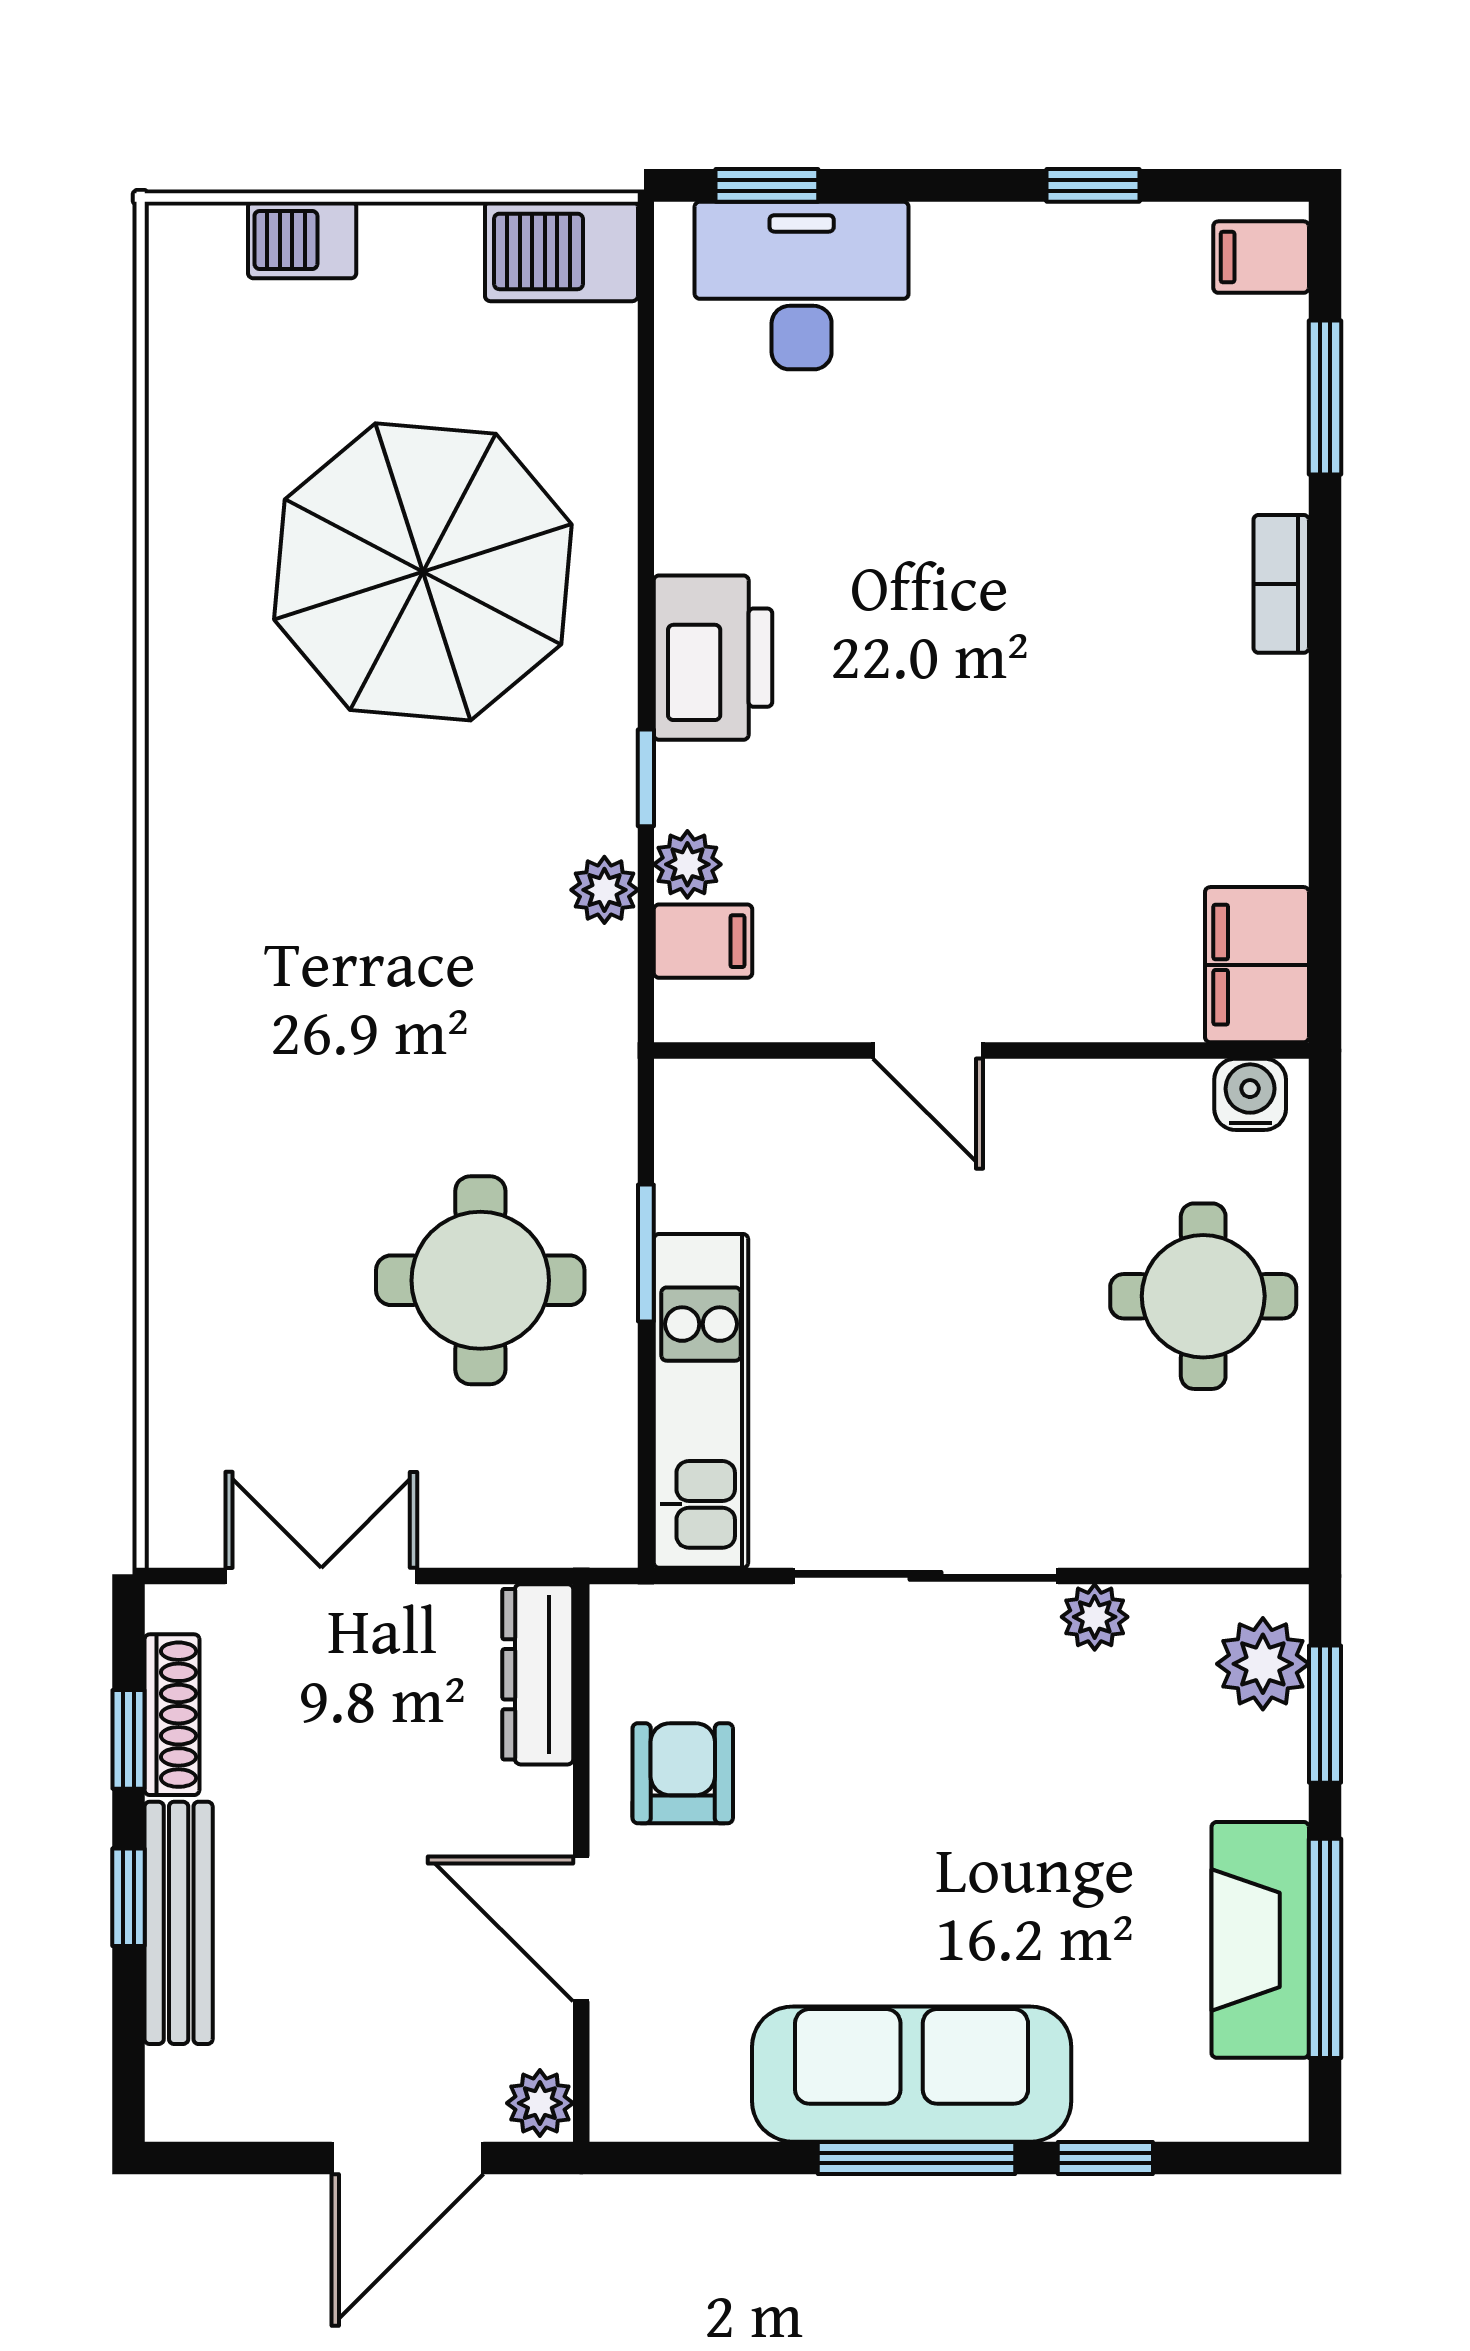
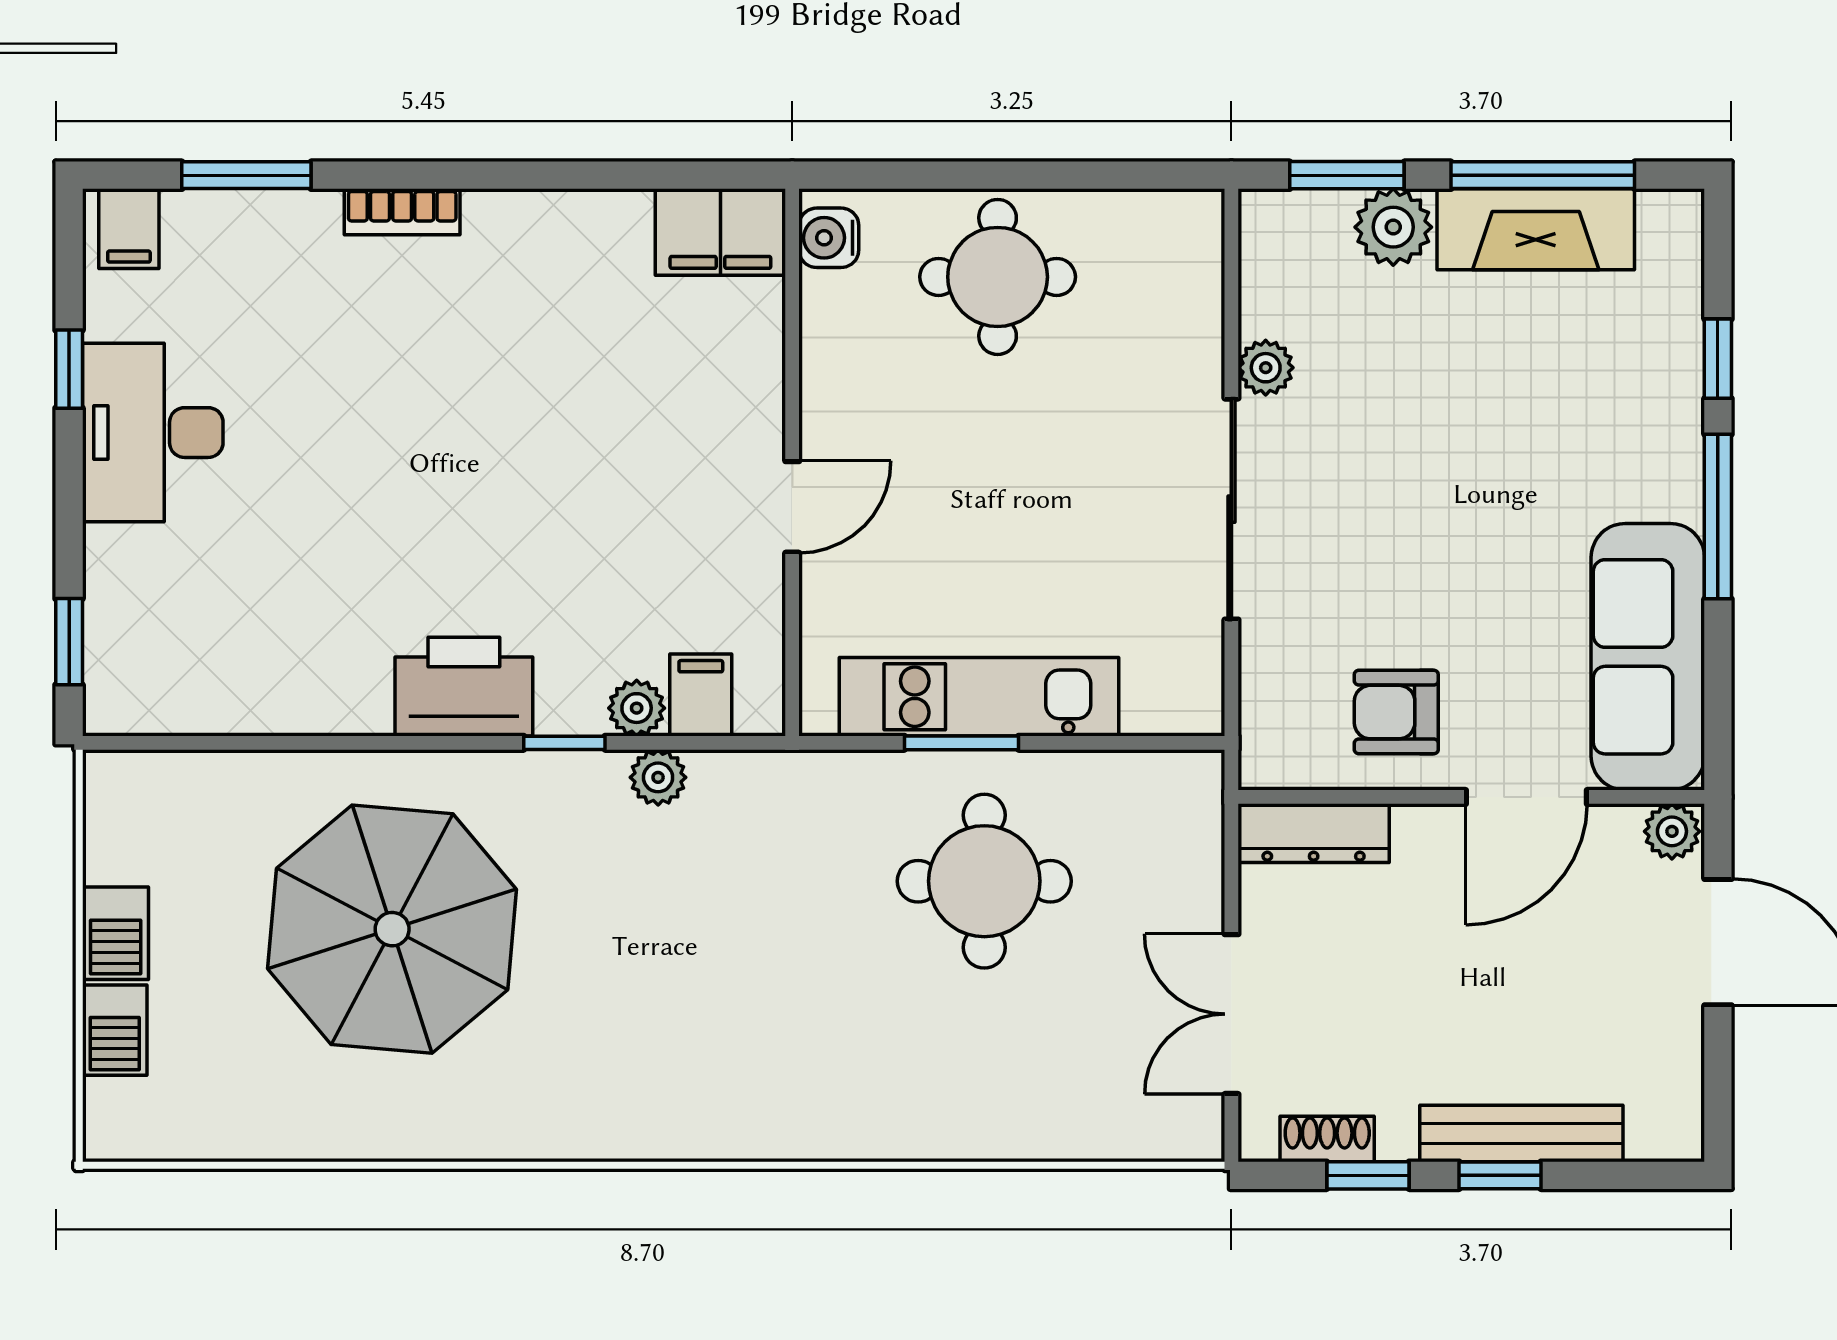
barbecue: (561, 251) -> (116, 933), moved, width x0.73, depth x0.79
desk: (802, 286) -> (153, 433), moved
kitchen unit: (701, 1401) -> (979, 697), moved
plant: (1263, 1664) -> (1393, 227), moved
shoe rack: (172, 1715) -> (1327, 1139), width x0.70
sofa: (912, 2074) -> (1648, 657), moved

